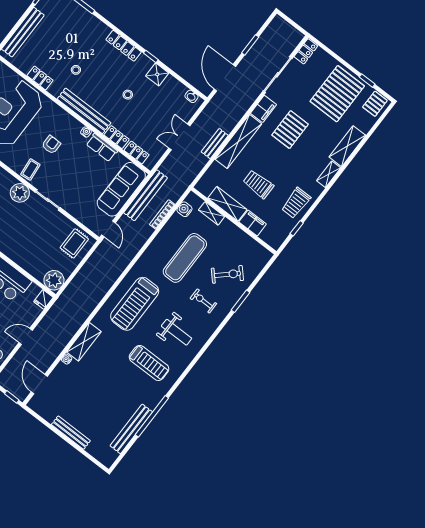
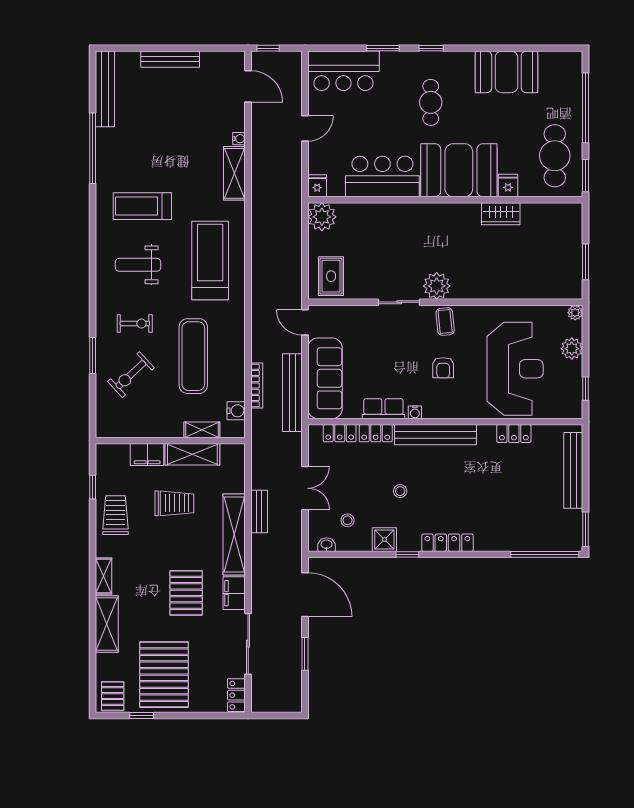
stool: (76, 70) -> (347, 520), moved
bench: (131, 429) -> (105, 89), moved

